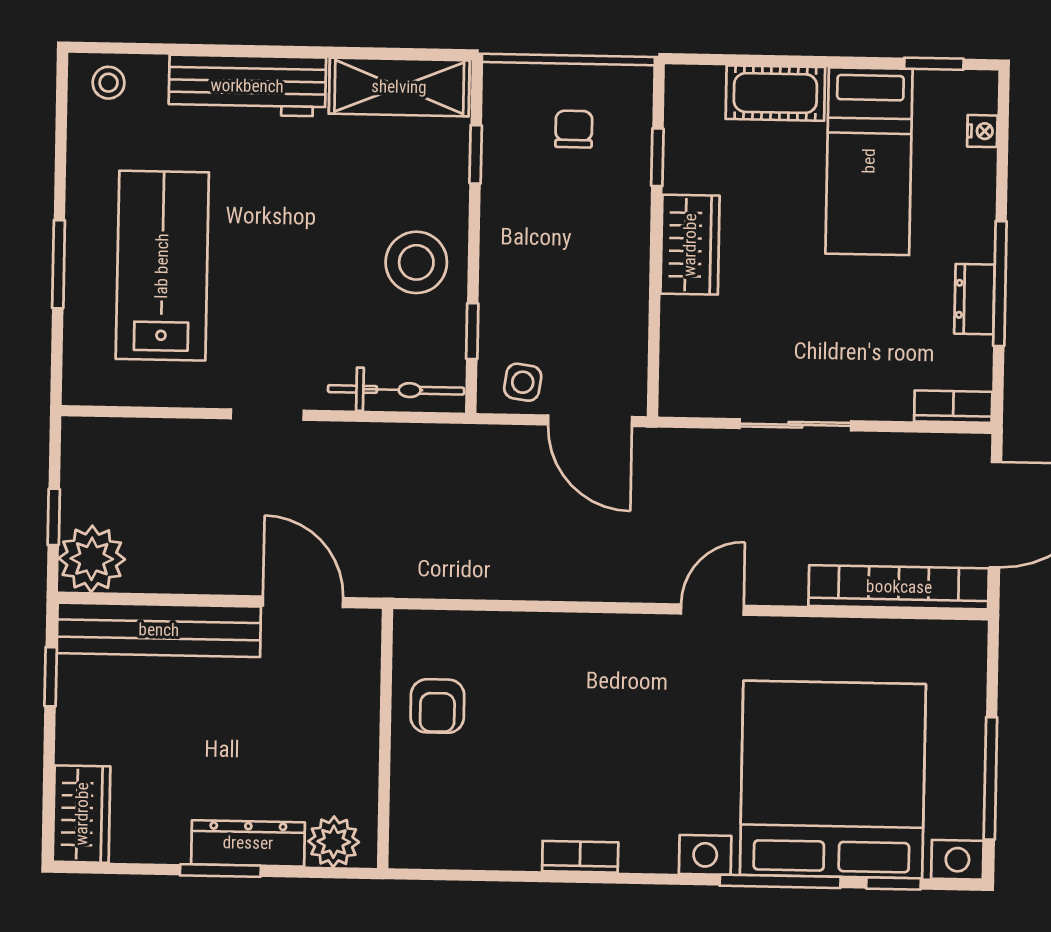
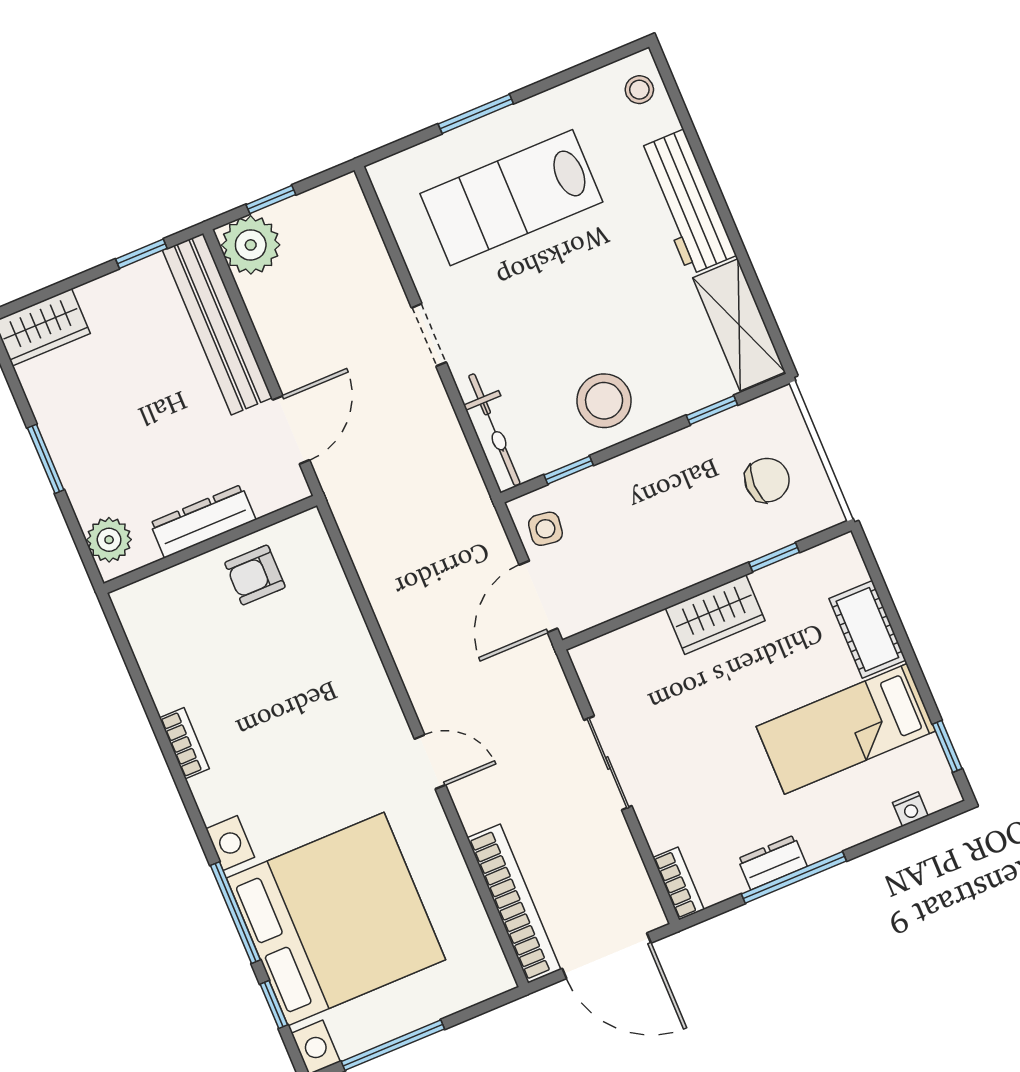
chair: (574, 129) -> (767, 480), width x1.37, depth x1.37
lab bench: (162, 266) -> (511, 198), turned 180
dresser: (248, 843) -> (203, 521), moved, turned -90

